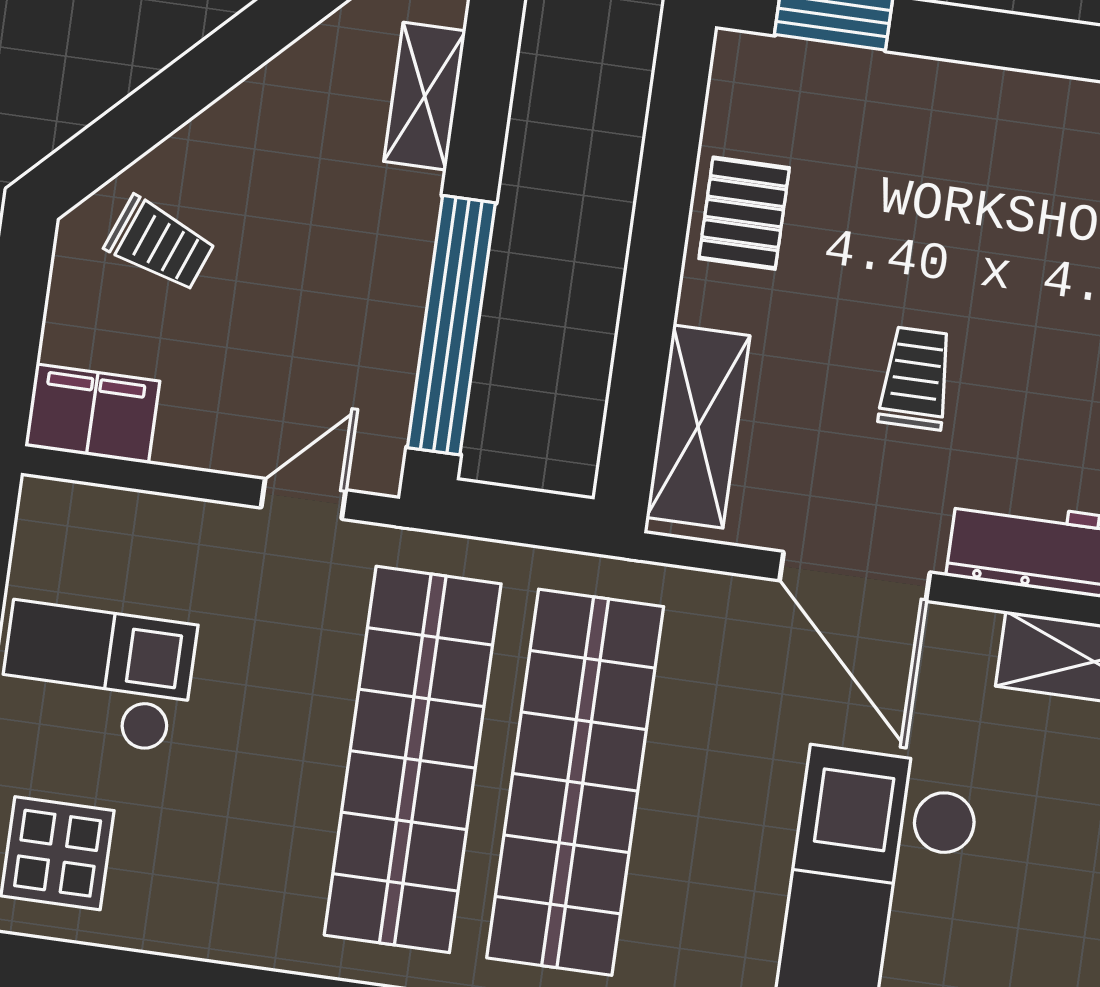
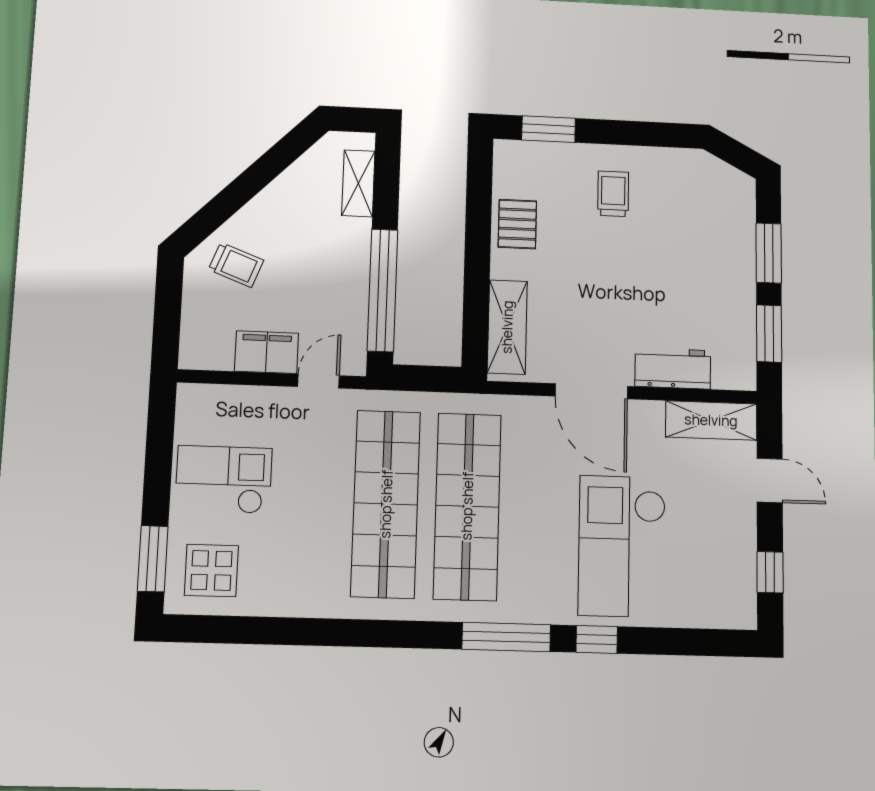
trolley: (916, 378) -> (613, 194), moved
filing cabinet: (92, 414) -> (267, 352), moved

